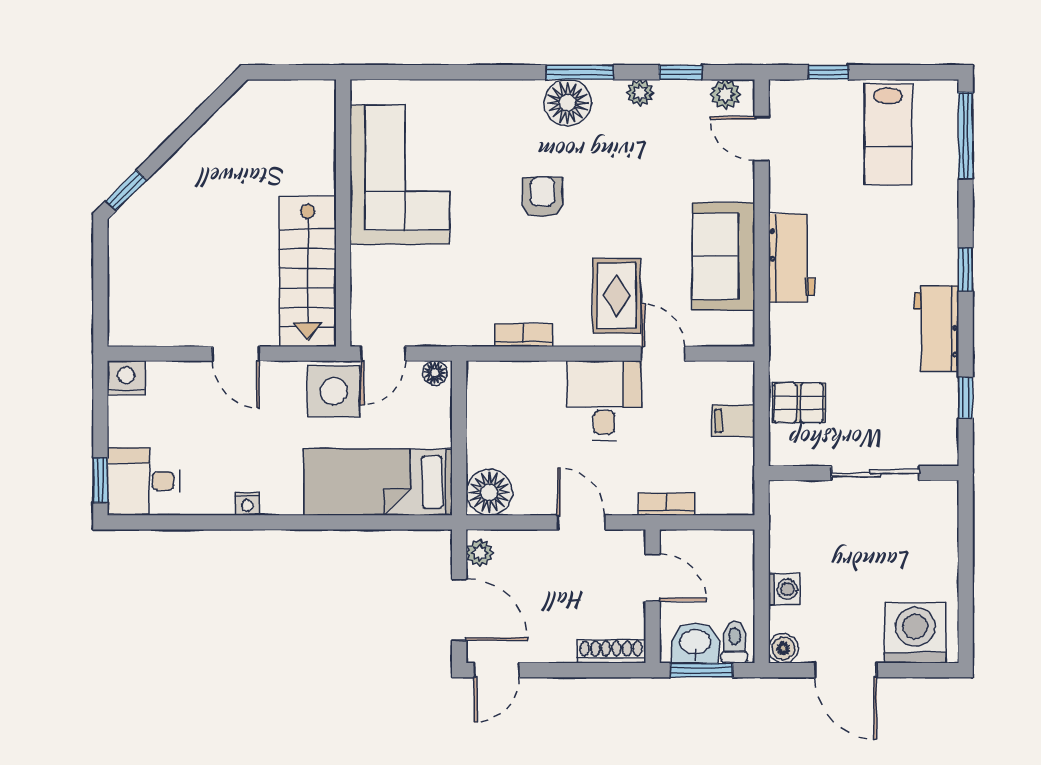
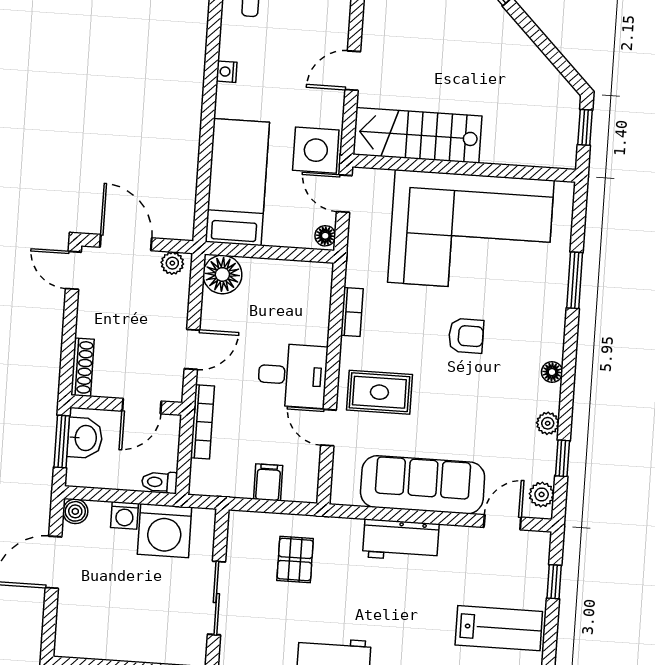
window: (285, 72) -> (585, 127), added
window: (580, 72) -> (575, 280), moved
floor lamp: (568, 103) -> (552, 372), width x0.53, depth x0.53
lab bench: (888, 134) -> (499, 628), turned 180
corner sofa: (400, 175) -> (471, 231), width x1.36, depth x1.36
sofa: (723, 256) -> (423, 485), width x1.36
door: (663, 354) -> (328, 428), swing flipped
pallet: (799, 403) -> (295, 559), moved
bookcase: (666, 504) -> (202, 422), width x1.56
door: (459, 610) -> (126, 243), swing flipped
washing machine: (915, 633) -> (165, 531), moved, turned 90
toilet: (734, 642) -> (160, 482), moved, turned 180

